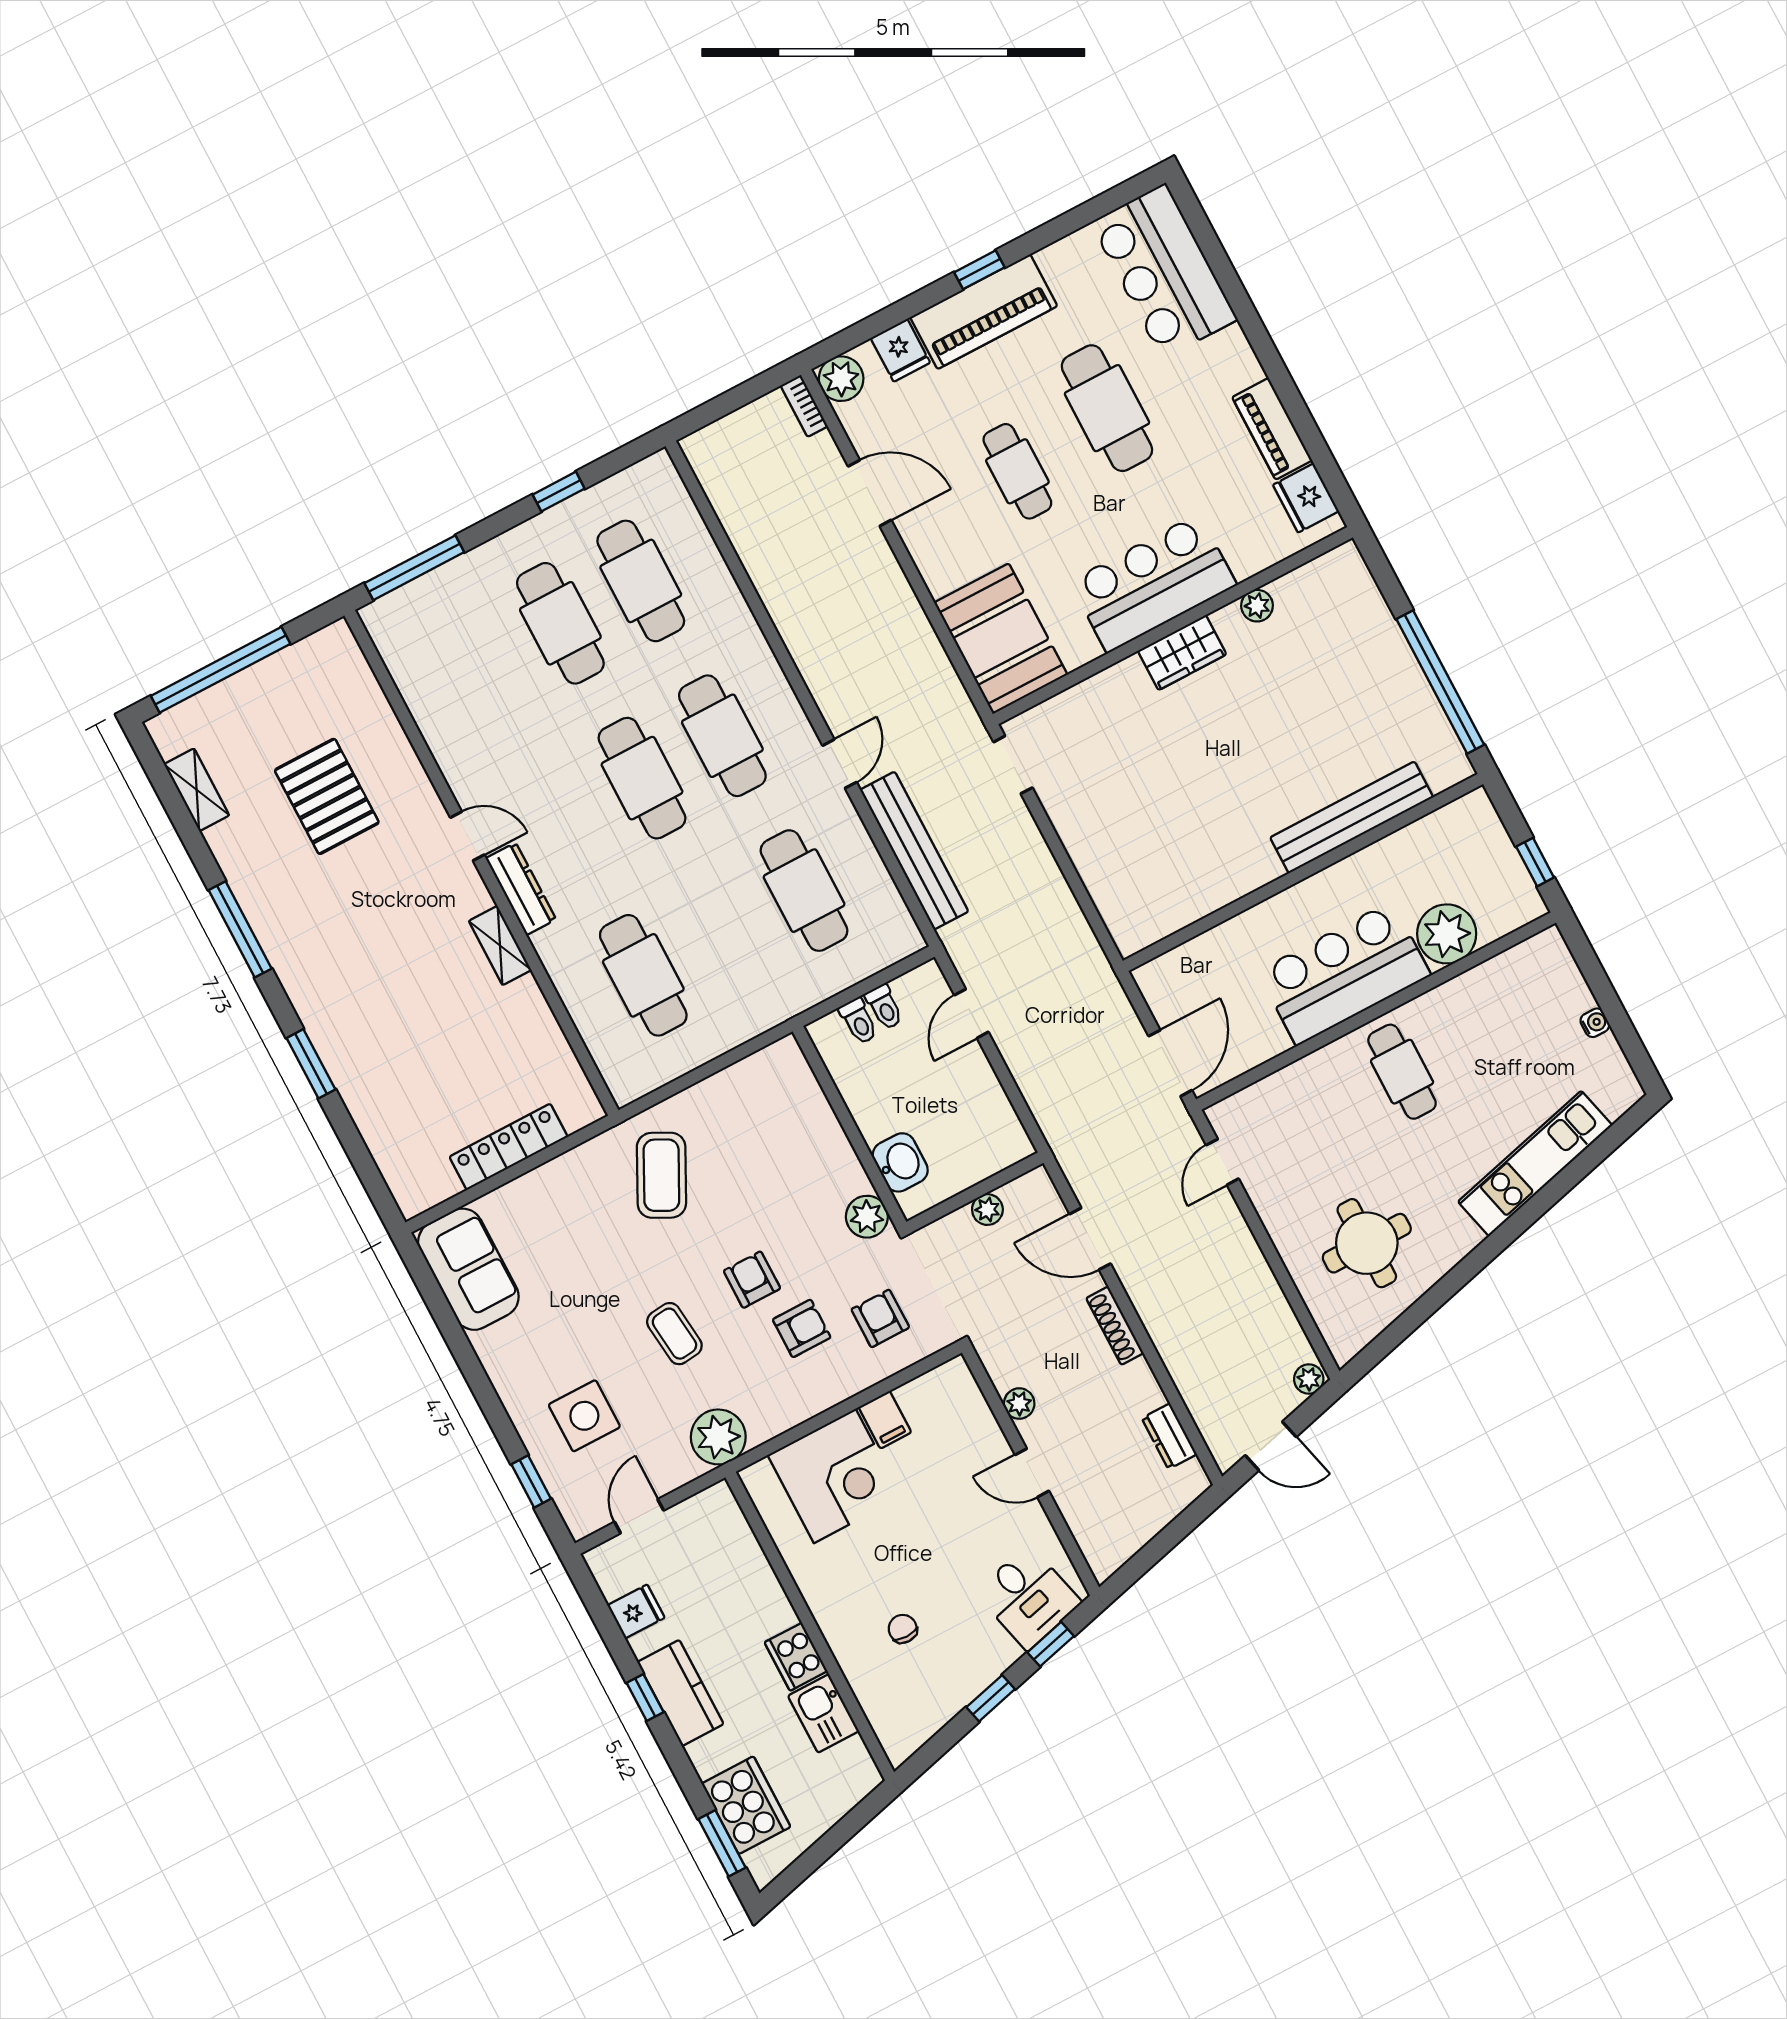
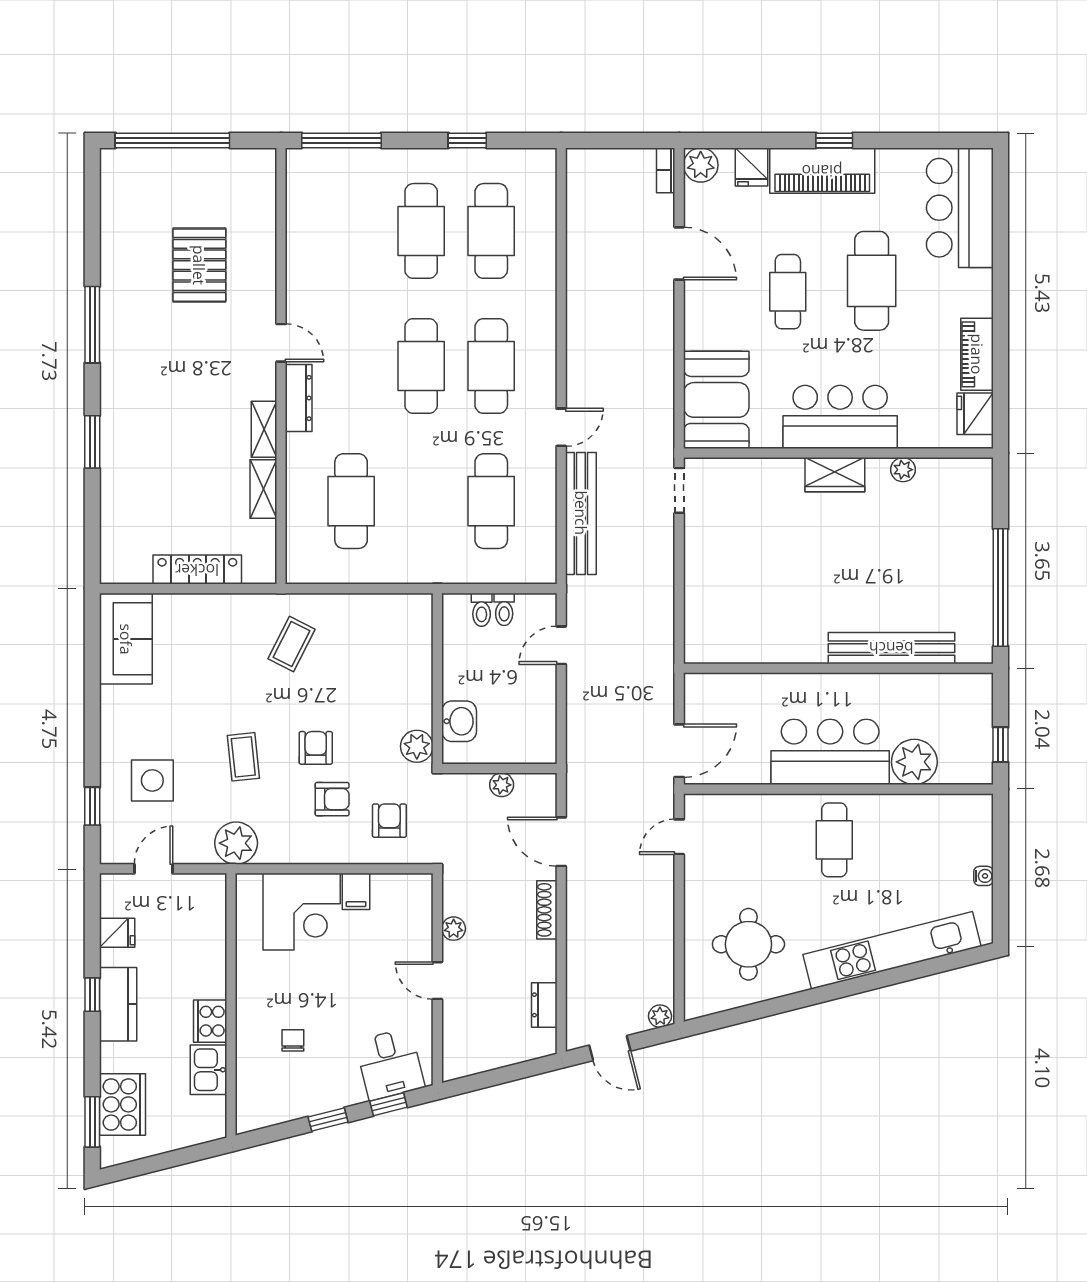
shelving: (197, 790) -> (263, 489), moved
kitchen unit: (1535, 1163) -> (892, 950), width x1.36
coffee table: (661, 1175) -> (291, 644), width x0.73, depth x0.77

